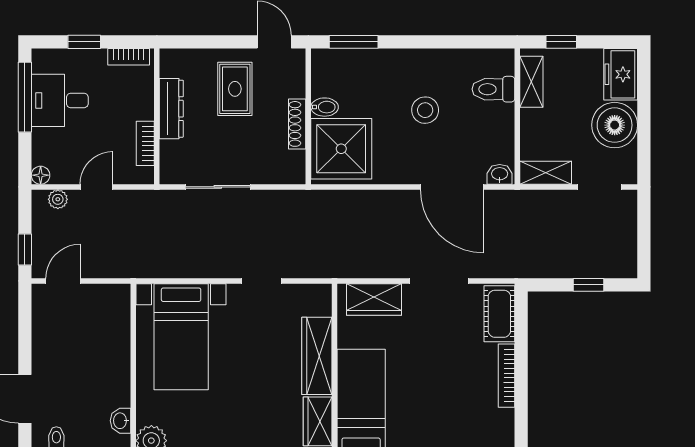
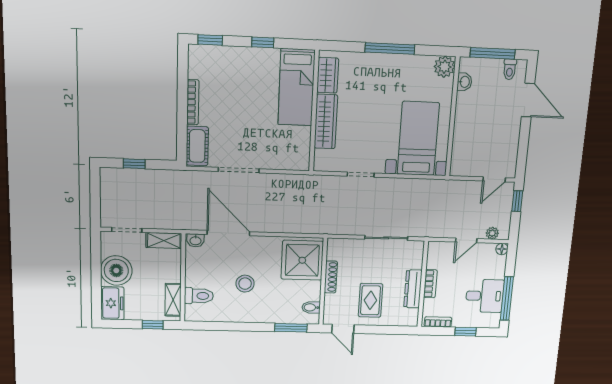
bidet: (325, 107) -> (311, 307), moved
bookcase: (145, 143) -> (430, 284), moved
wardrobe: (374, 299) -> (284, 159), removed

